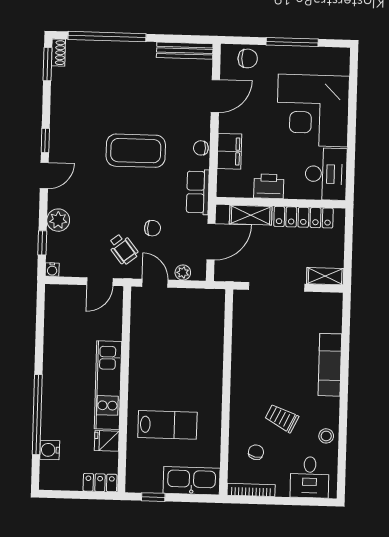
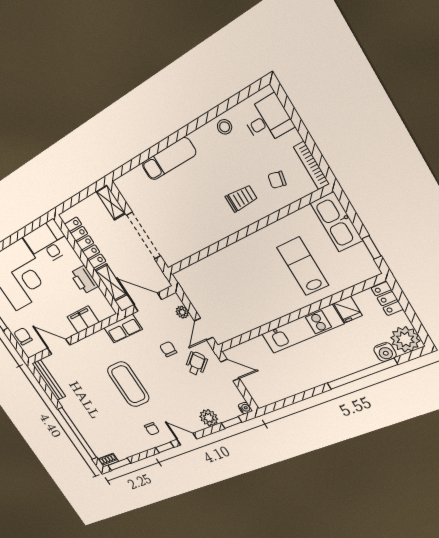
chair: (201, 148) -> (152, 429), moved
trolley: (282, 418) -> (241, 198), moved, turned -116
plant: (54, 476) -> (405, 339), added

